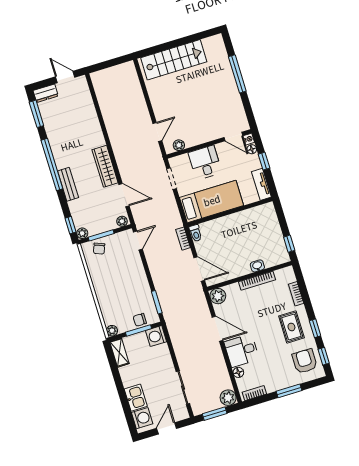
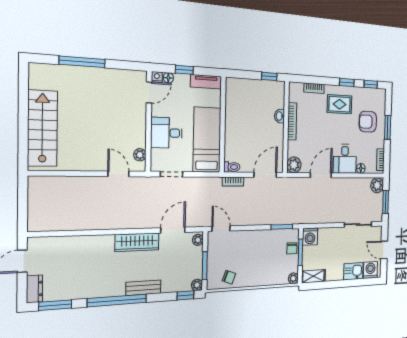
chair: (99, 249) -> (229, 277), moved
armchair: (305, 361) -> (368, 122), moved

